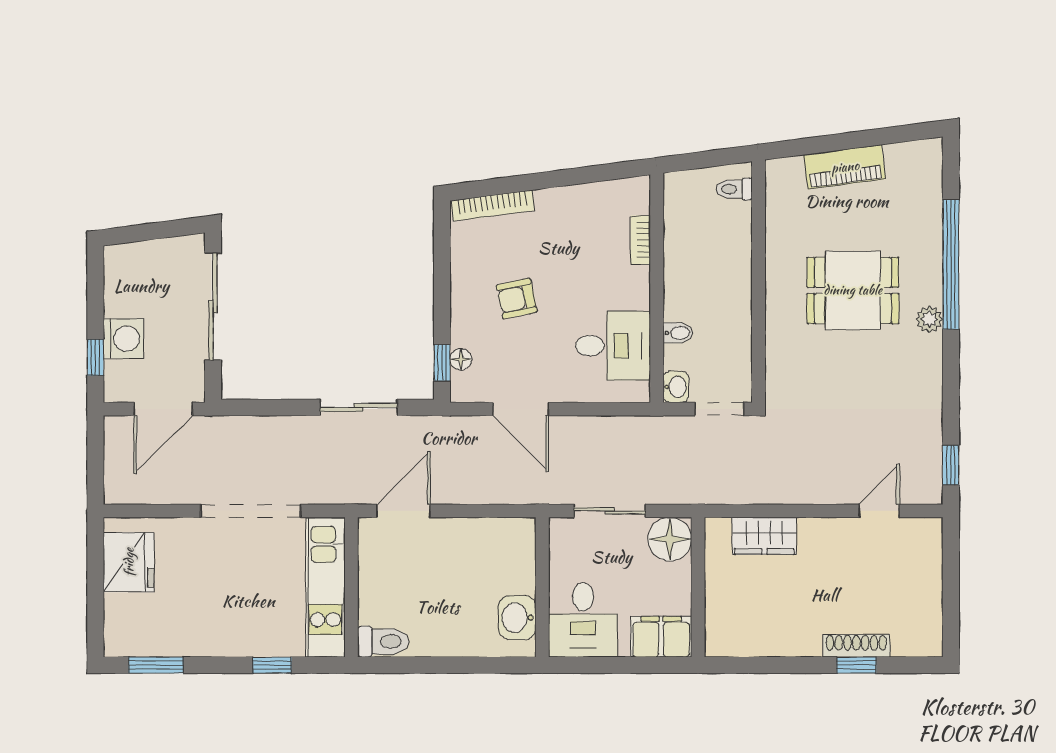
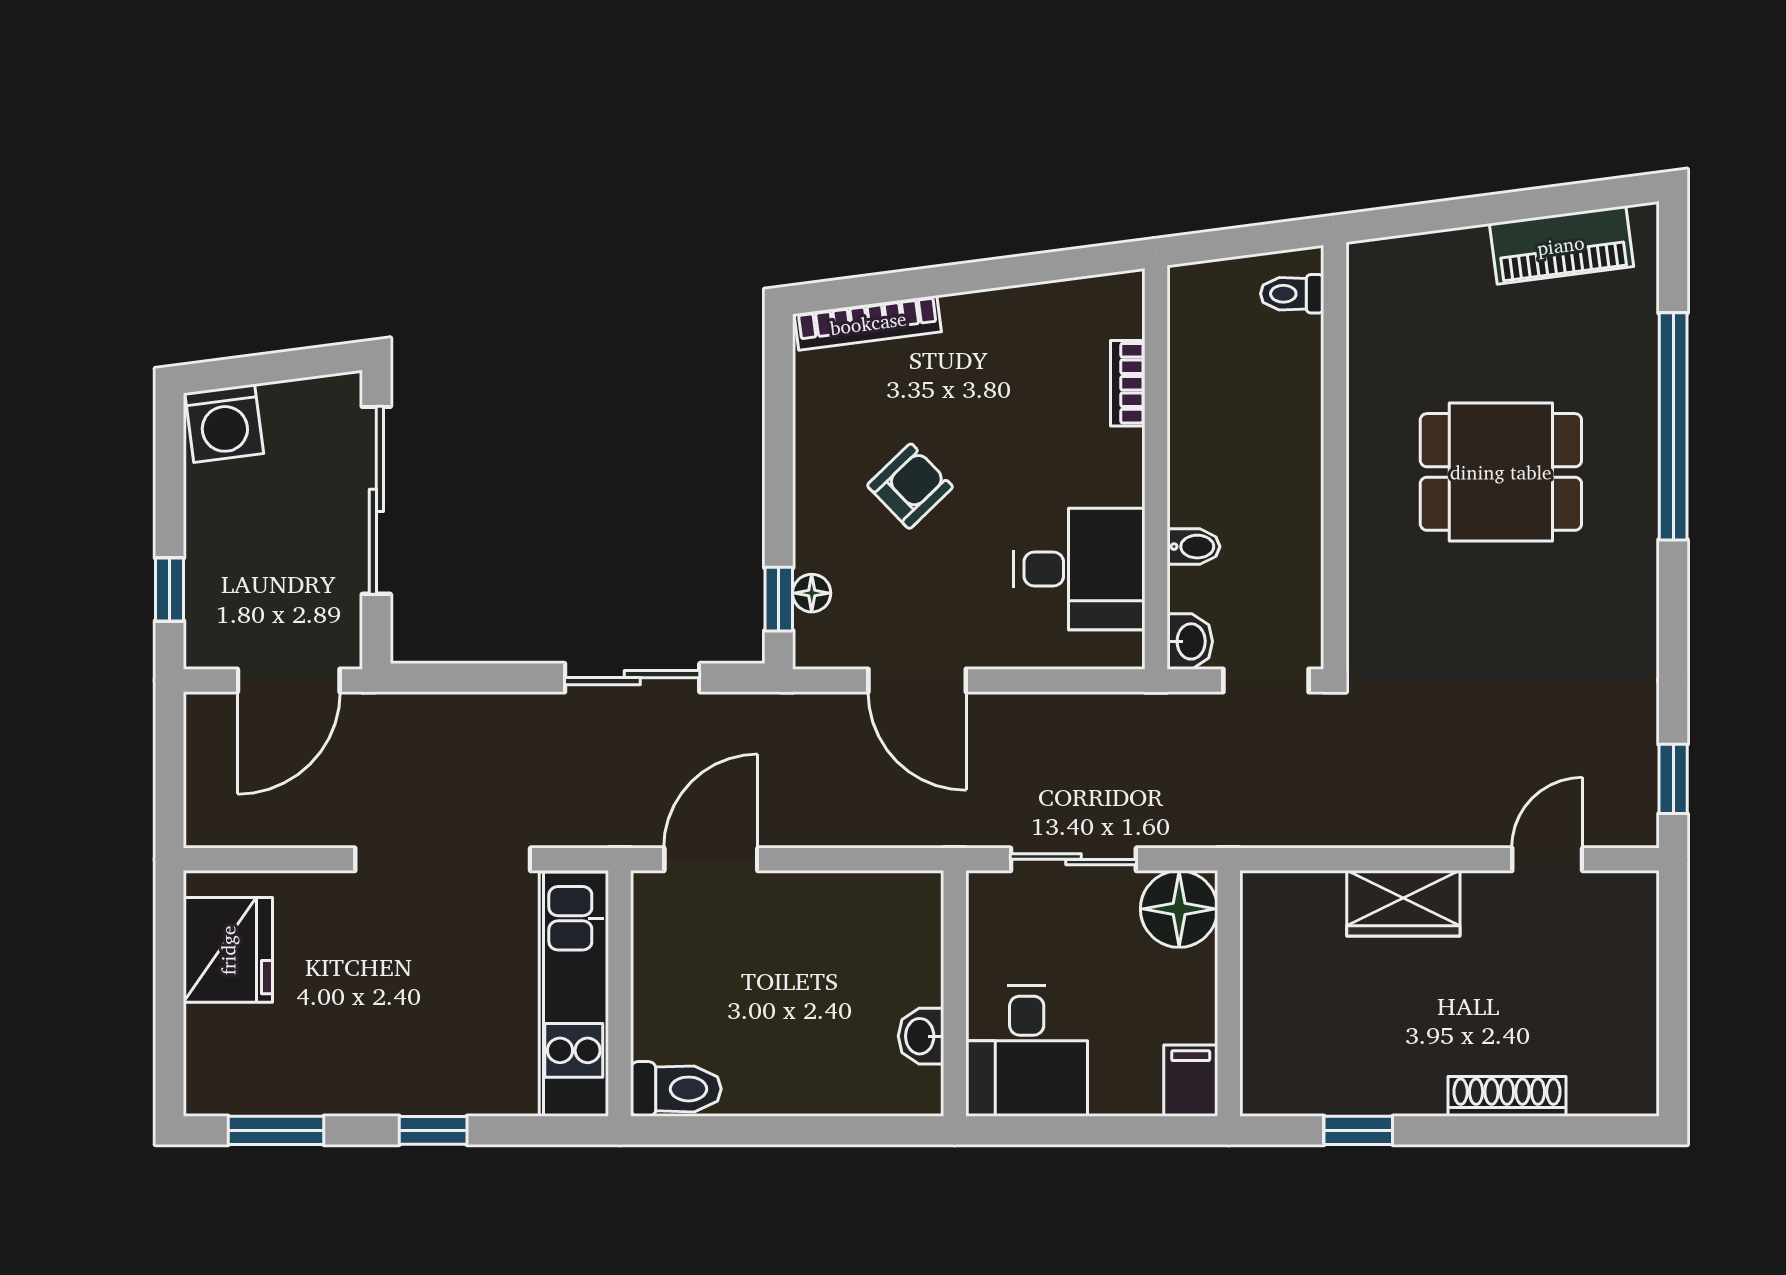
piano: (845, 167) -> (1561, 245), moved
armchair: (517, 299) -> (910, 486), turned 148
plant: (929, 319) -> (1635, 523), removed
washing machine: (123, 339) -> (224, 423), moved, turned 83
wardrobe: (764, 536) -> (1403, 903), moved
washbasin: (517, 618) -> (921, 1036), width x0.72, depth x0.69
filing cabinet: (661, 637) -> (1191, 1081), width x0.50
window: (272, 665) -> (433, 1130), moved
window: (856, 665) -> (1358, 1130), moved

